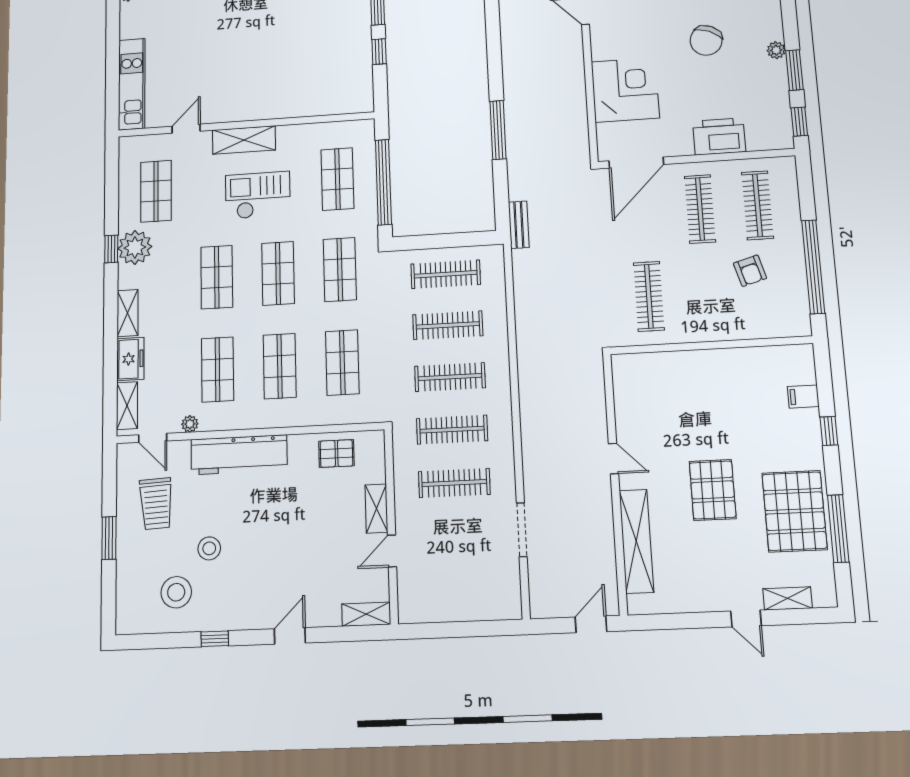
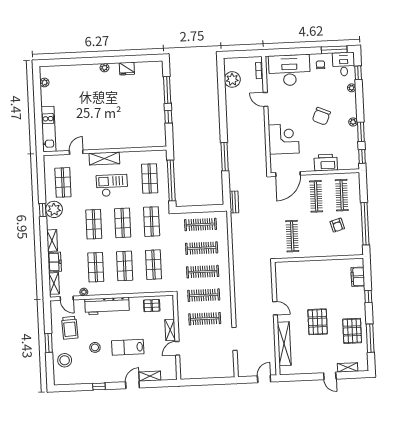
filing cabinet: (803, 397) -> (358, 277), width x2.00
pallet: (794, 511) -> (352, 331), width x0.73, depth x0.71
lab bench: (281, 548) -> (128, 347), added
stool: (176, 592) -> (65, 360), moved
shelving: (366, 614) -> (150, 376), moved

